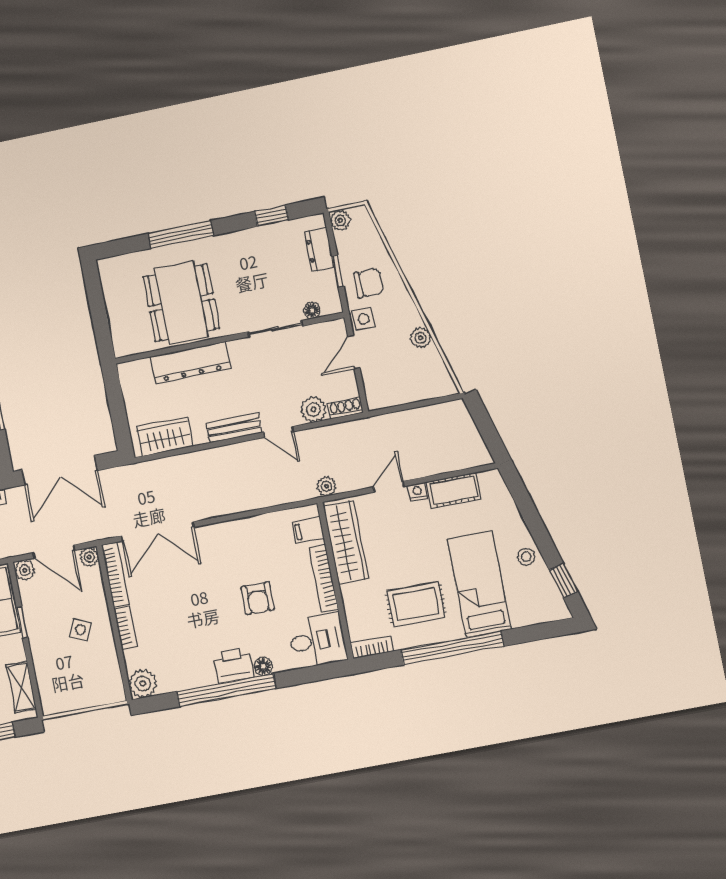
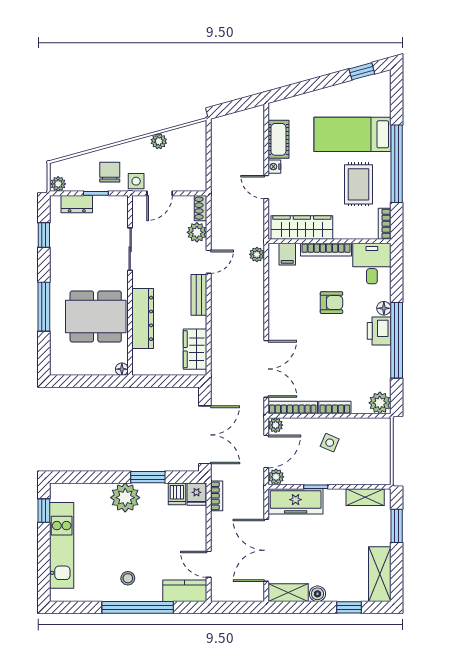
floor lamp: (312, 310) -> (122, 369), moved
door: (354, 352) -> (160, 193), hinge flipped
plant: (326, 486) -> (257, 254), moved
stool: (526, 557) -> (339, 95), removed

